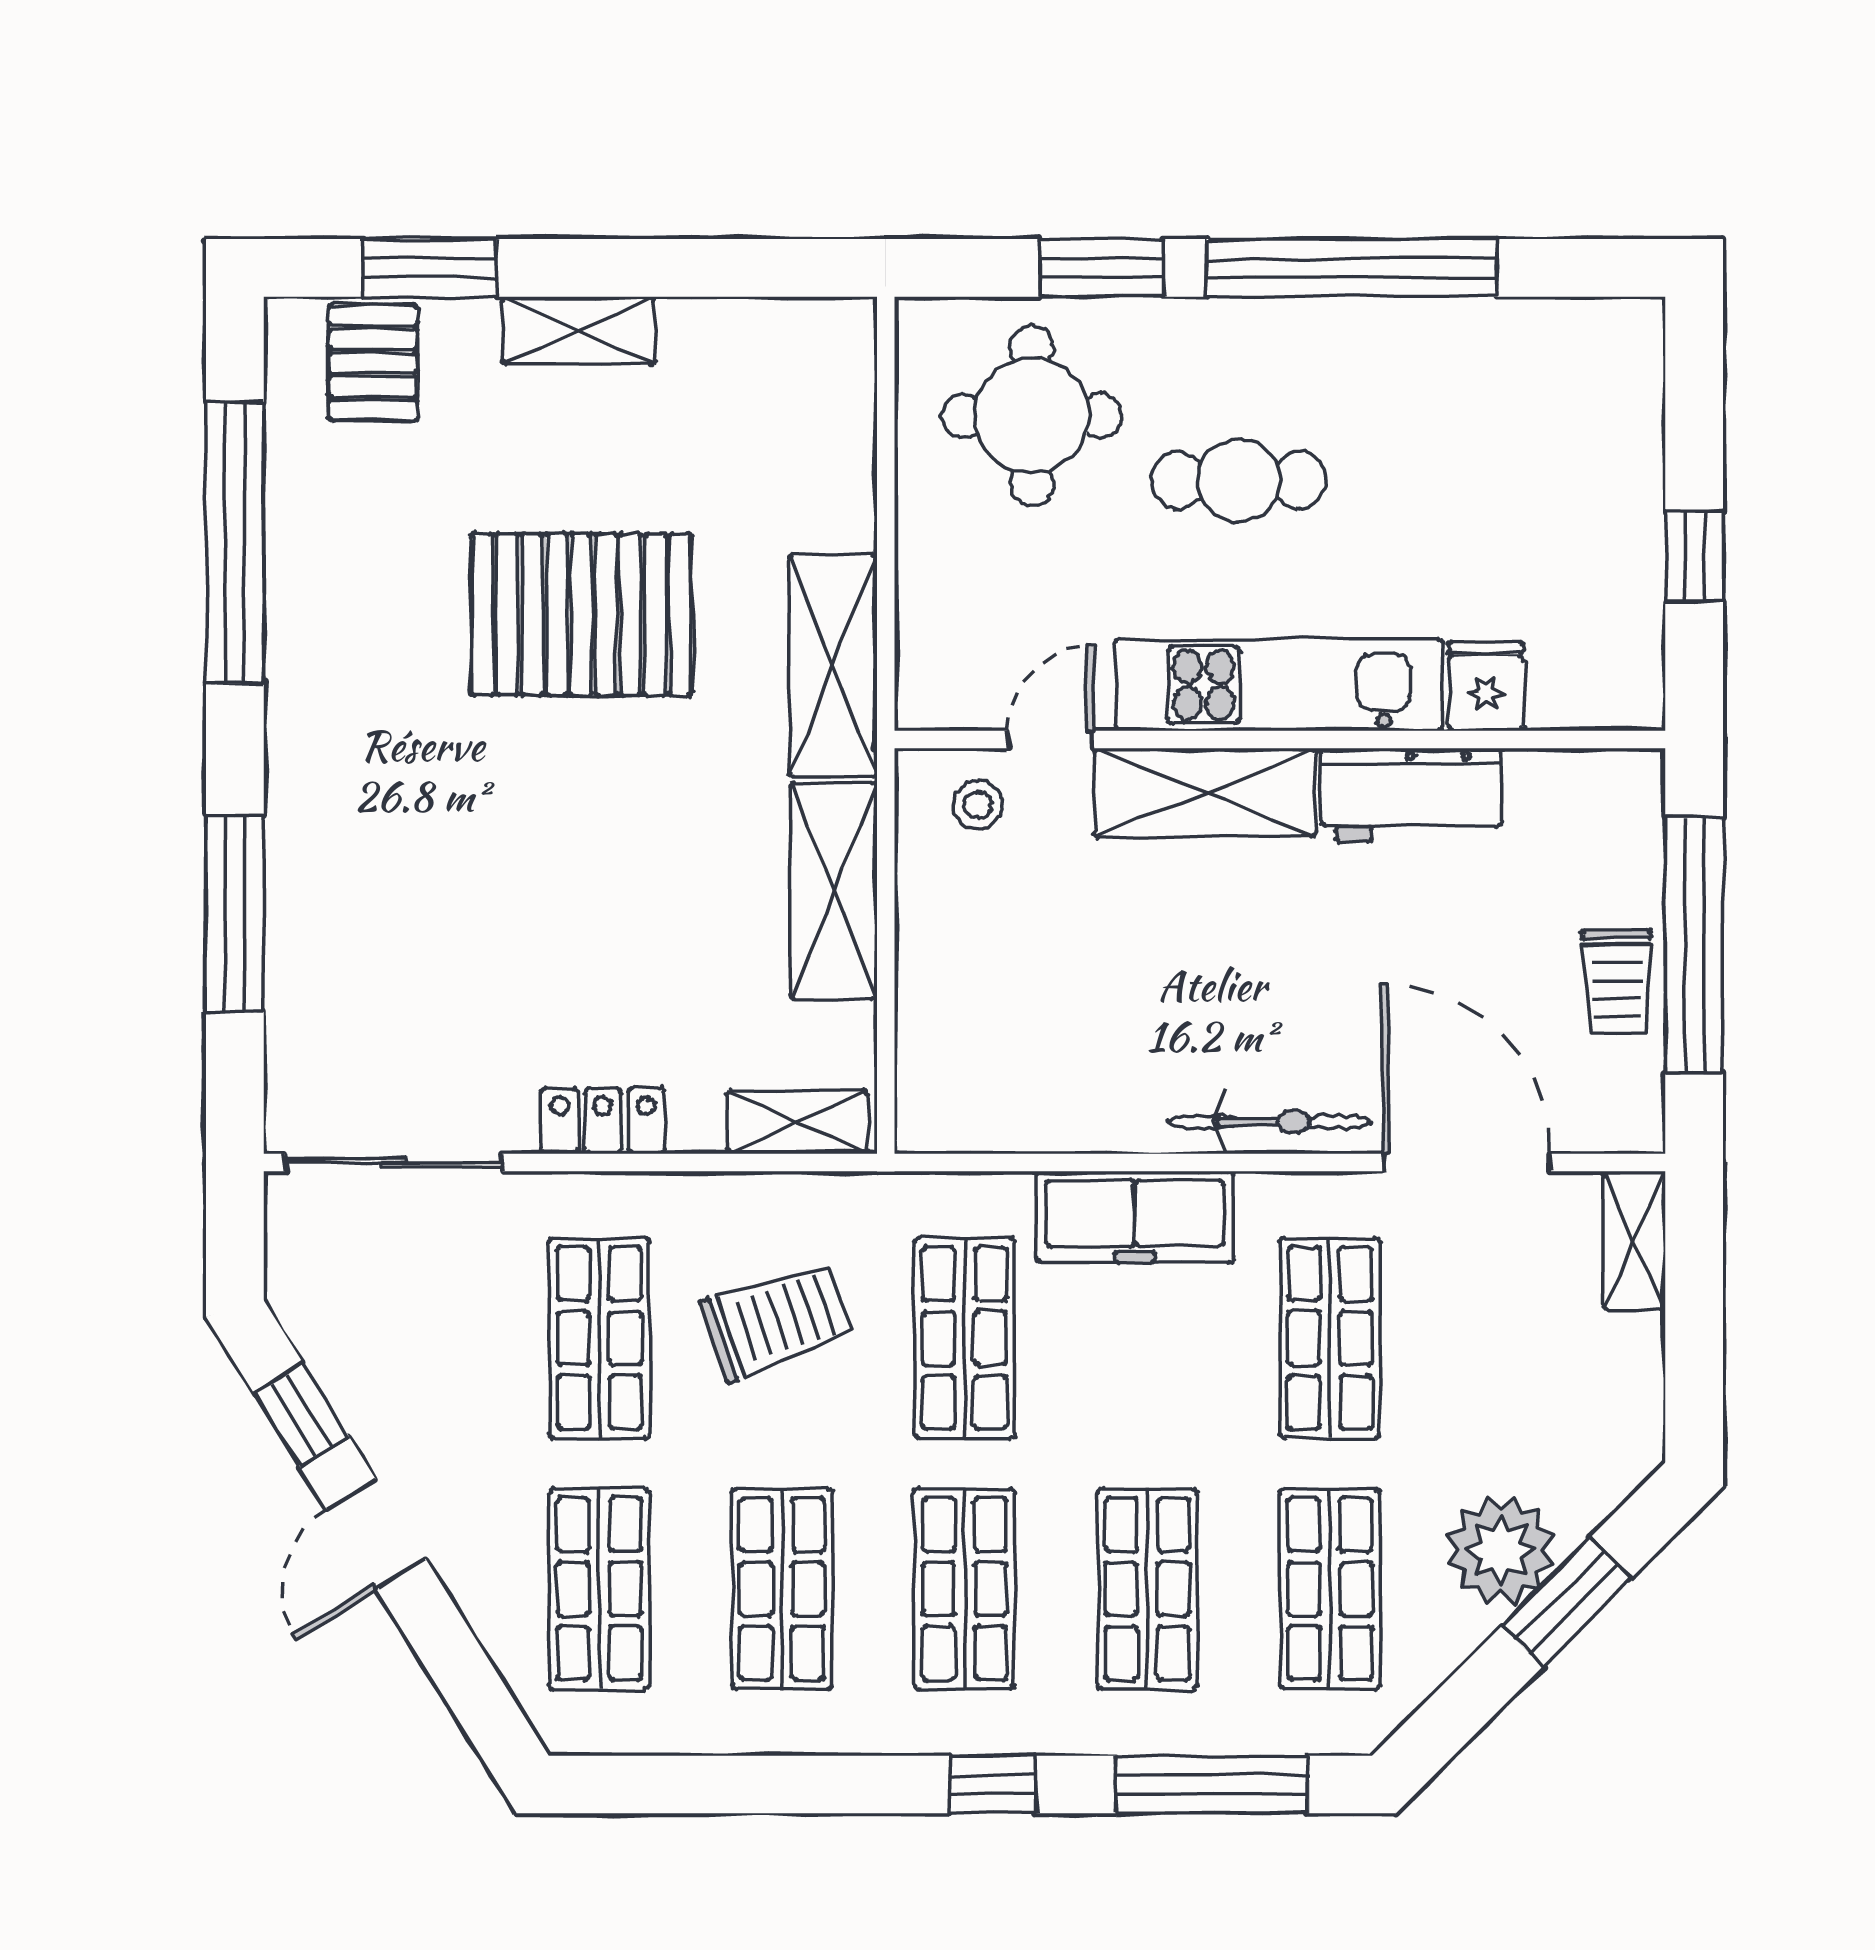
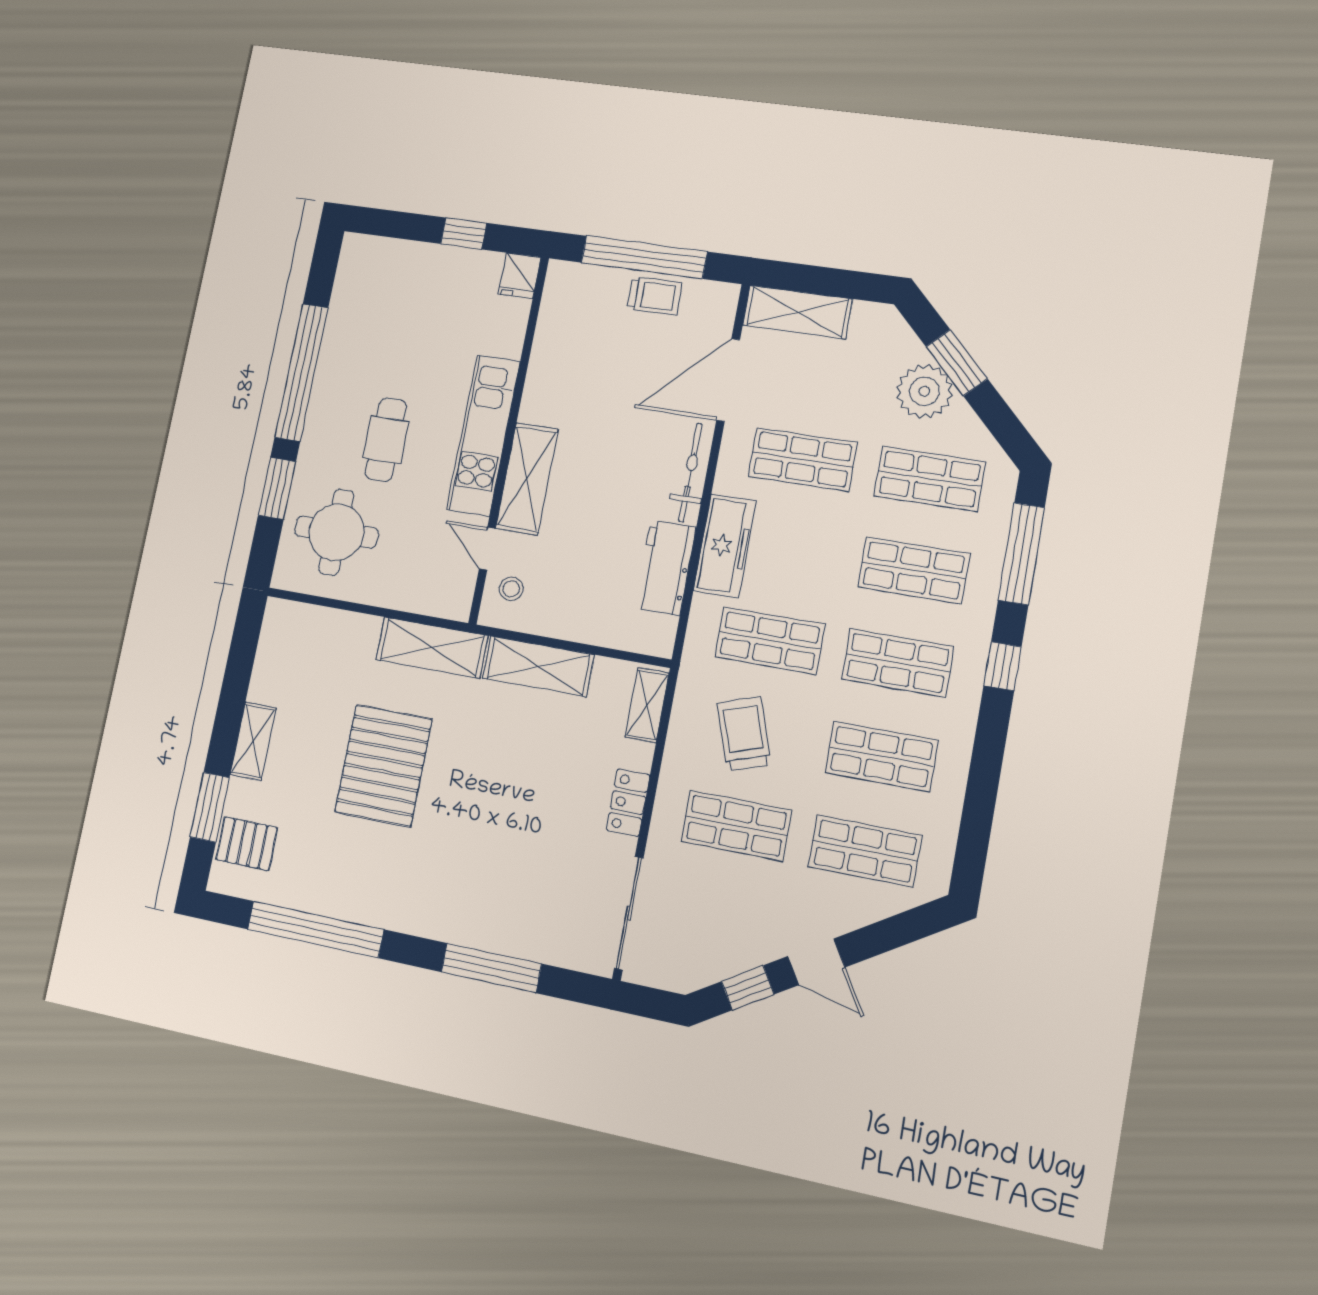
fridge: (1486, 686) -> (519, 276), moved, turned -90
workbench: (1411, 795) -> (665, 568), moved, turned 180
shelving: (1634, 1240) -> (797, 312), width x1.50, depth x1.33

